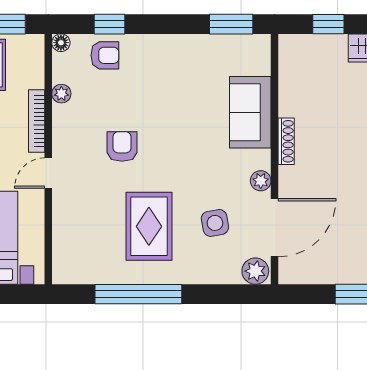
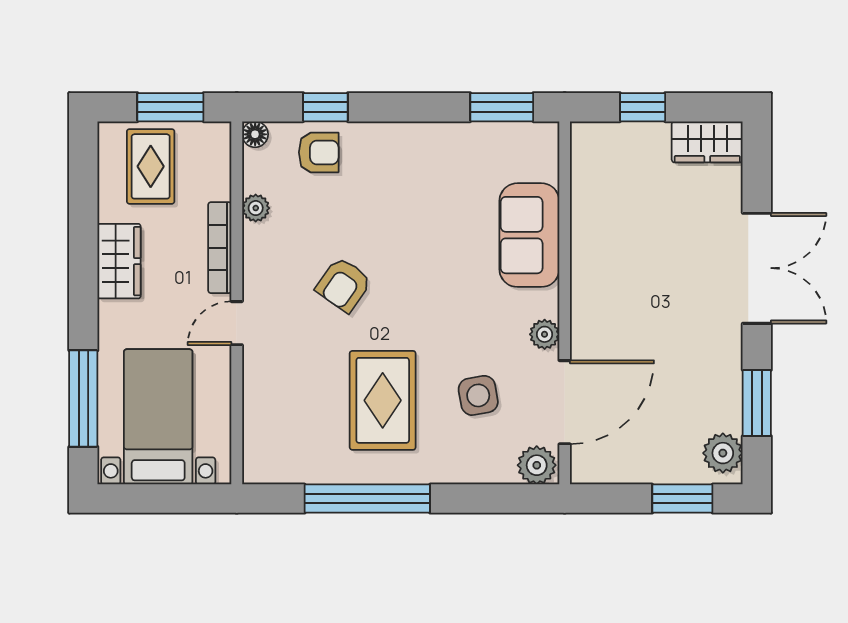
shoe rack: (286, 141) -> (581, 277), removed
armchair: (122, 146) -> (344, 285), turned -145

